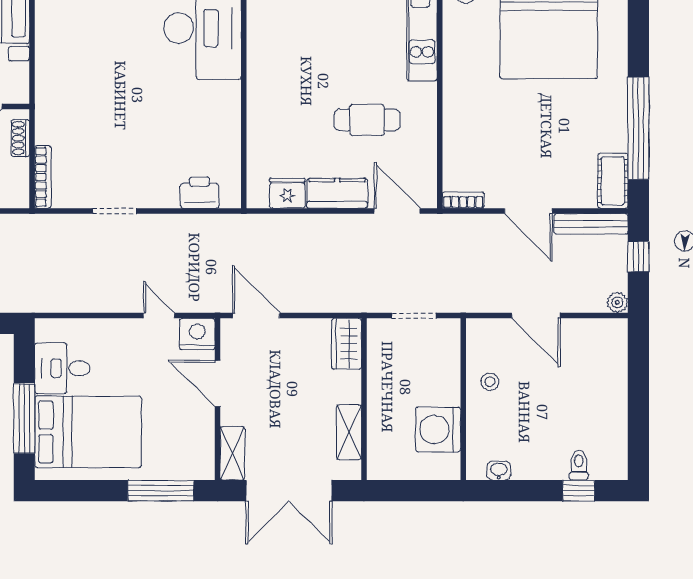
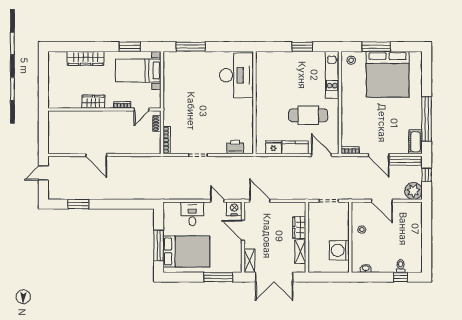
cafe table: (367, 120) -> (308, 115), width x1.37, depth x1.35
plant: (617, 302) -> (413, 191), width x1.88, depth x1.88
wardrobe: (347, 344) -> (299, 228), moved
desk: (62, 368) -> (192, 214), moved, turned 90

